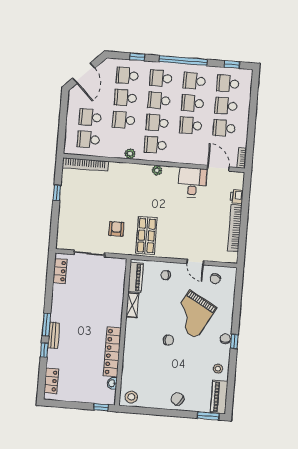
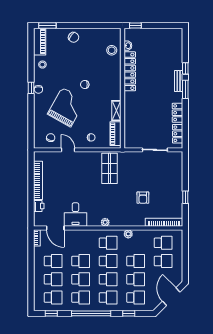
armchair: (116, 229) -> (143, 198), moved
locker: (51, 381) -> (177, 113), moved
stool: (131, 397) -> (112, 50), moved

